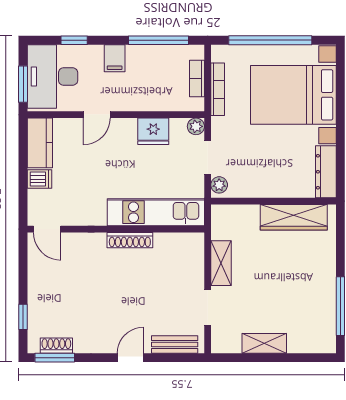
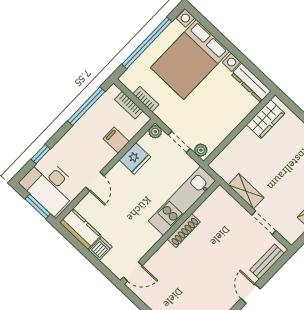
filing cabinet: (115, 58) -> (116, 140), moved, turned 180
bookcase: (218, 89) -> (146, 99), width x0.64
wardrobe: (294, 217) -> (266, 119), width x0.67

